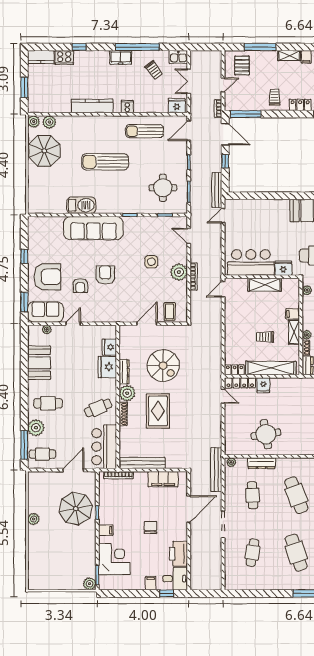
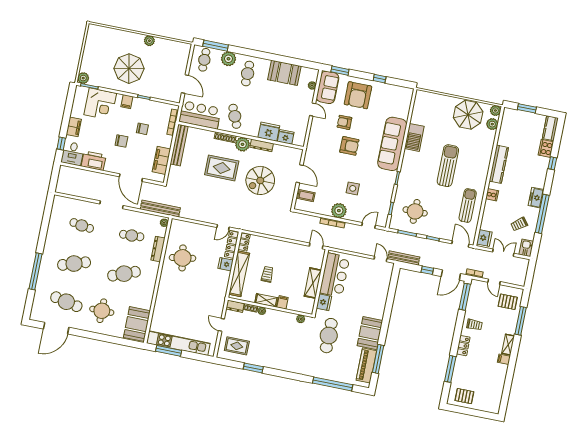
chair: (132, 507) -> (142, 129), added
parasol: (76, 509) -> (129, 69), moved
filing cabinet: (151, 583) -> (74, 127), width x2.00

